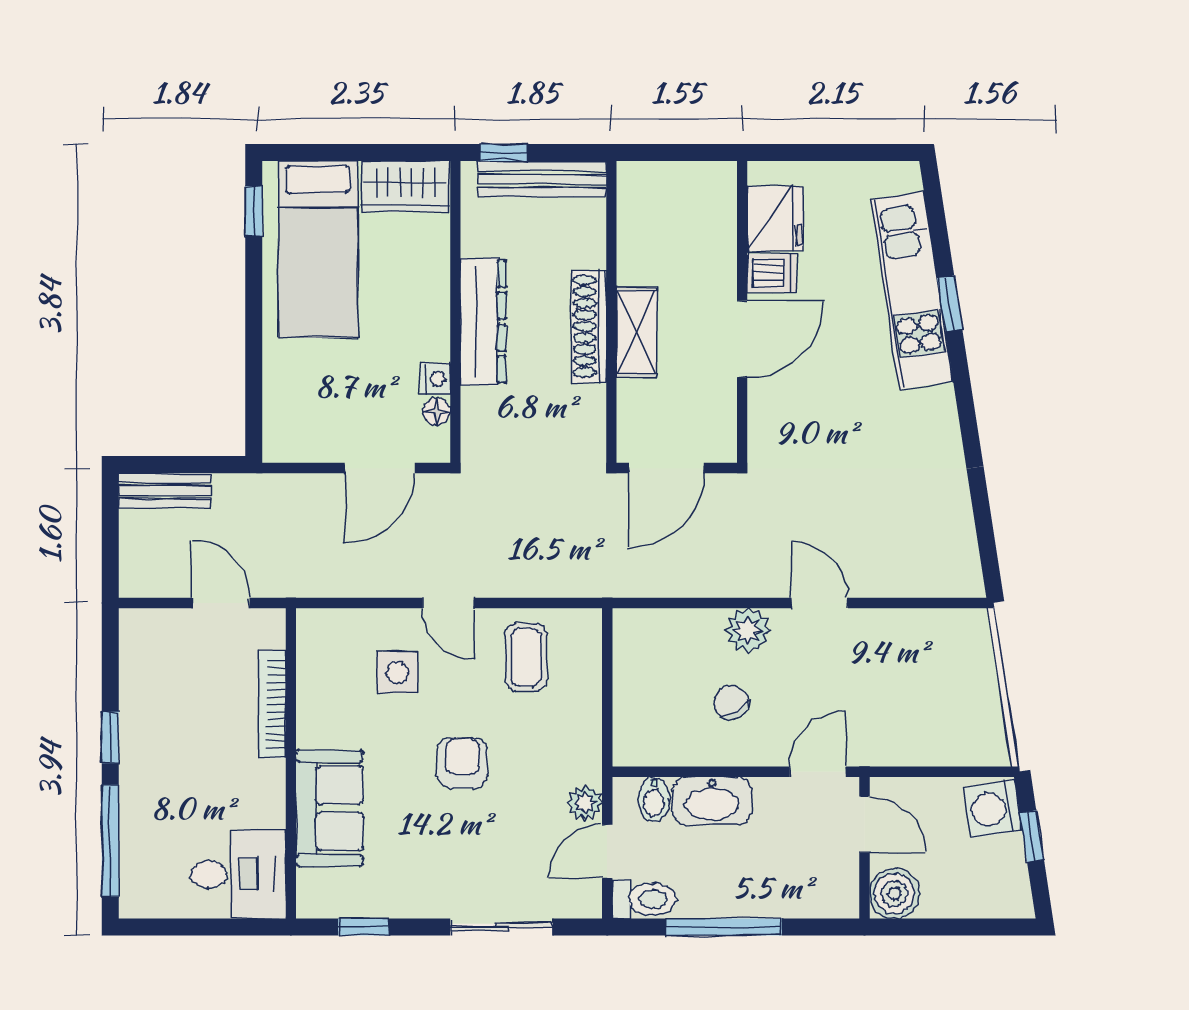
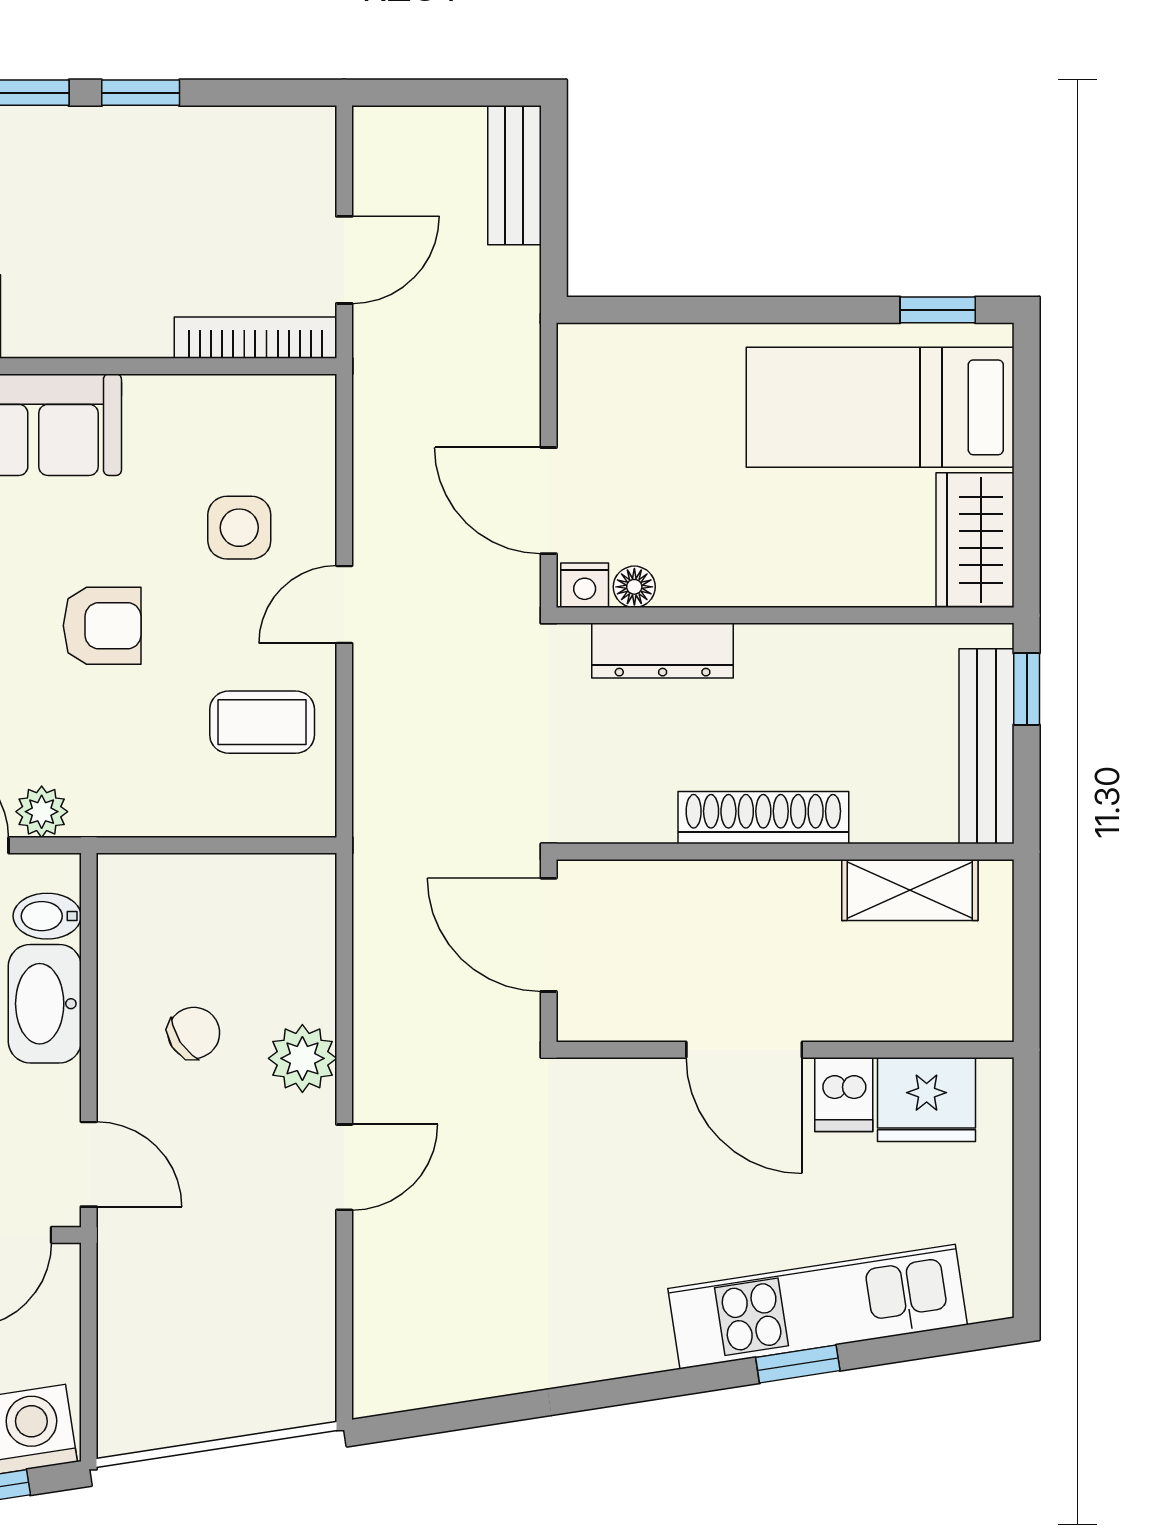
dresser: (483, 322) -> (663, 651), moved, width x0.73, depth x0.80
shelving: (637, 332) -> (910, 890), moved
nightstand: (435, 379) -> (585, 585), moved
bookcase: (272, 705) -> (255, 338), moved

